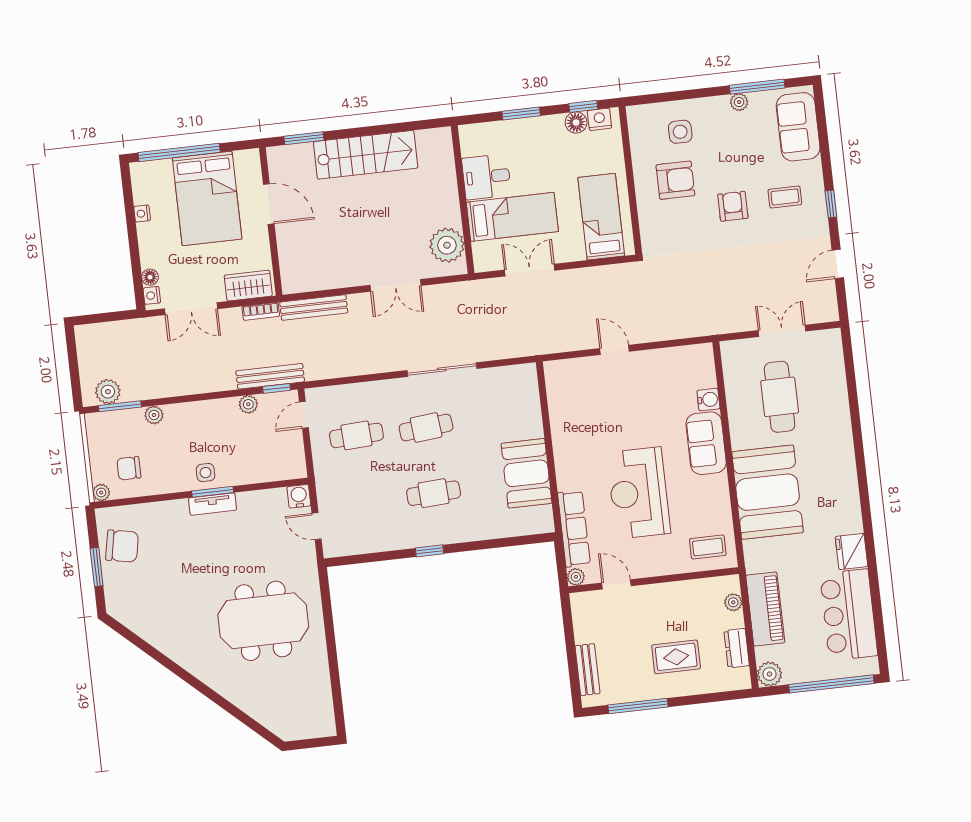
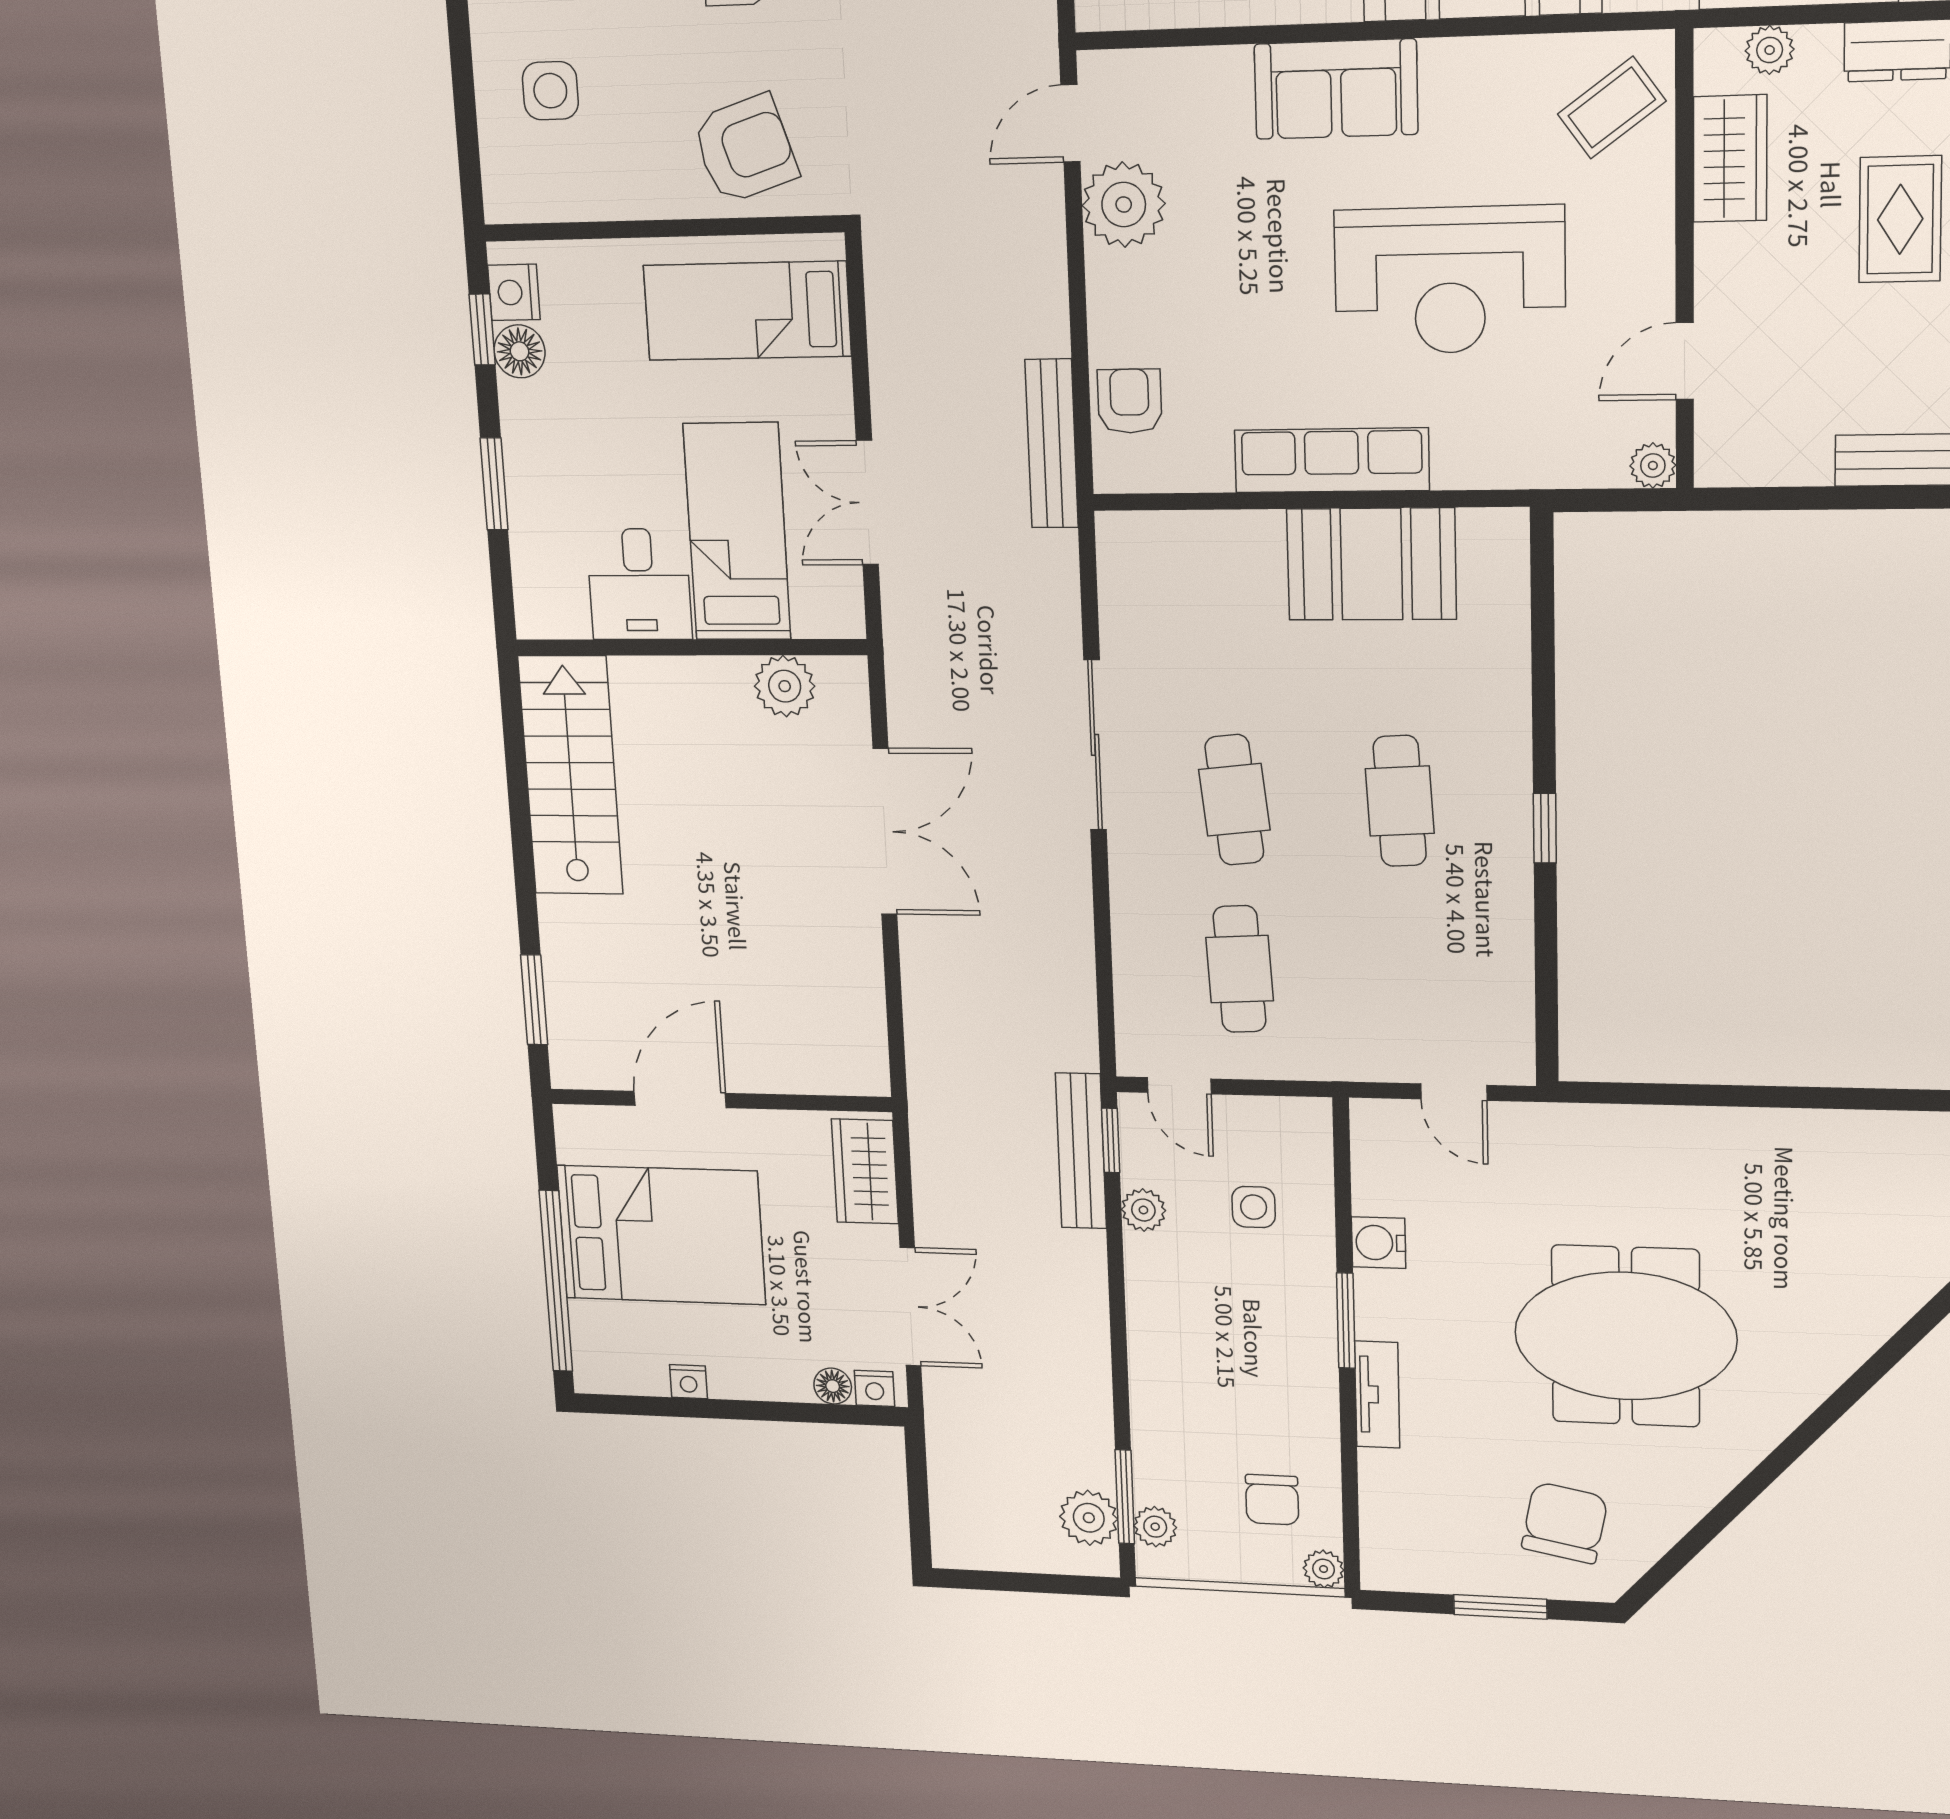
stairs: (366, 155) -> (570, 775), moved
armchair: (675, 180) -> (745, 149), moved, turned 72
plant: (447, 245) -> (785, 686), width x0.73, depth x0.73
double door: (395, 285) -> (885, 832), width x1.37
bench: (314, 307) -> (1052, 444), moved
bookcase: (261, 311) -> (927, 1151), removed
door: (615, 350) -> (1070, 123), moved
plant: (656, 365) -> (1124, 204), added
armchair: (581, 373) -> (1130, 401), added
water cooler: (708, 400) -> (1223, 73), removed
plant: (154, 415) -> (1155, 1527), moved
side table: (205, 473) -> (1254, 1207), moved
water cooler: (299, 496) -> (1379, 1243), moved
tv unit: (213, 504) -> (1377, 1395), moved
door: (317, 526) -> (1454, 1092), hinge flipped
row of seats: (574, 529) -> (1332, 460), moved
chair: (122, 546) -> (1565, 1523), moved
coffee table: (708, 547) -> (1612, 108), turned 54
wardrobe: (693, 593) -> (1730, 159), added
meeting table: (263, 621) -> (1626, 1336), moved, turned 90

